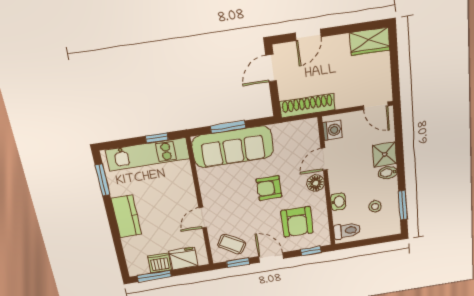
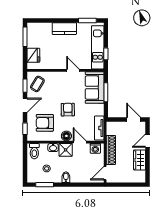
door: (308, 35) -> (148, 141), hinge flipped
wardrobe: (370, 41) -> (140, 160), moved
shoe rack: (307, 106) -> (111, 150), moved
tv unit: (295, 129) -> (99, 128), added
sofa: (233, 147) -> (95, 87), width x0.73
shower: (385, 154) -> (66, 150), moved
door: (203, 218) -> (73, 70), moved
dishwasher: (160, 263) -> (33, 41), removed

